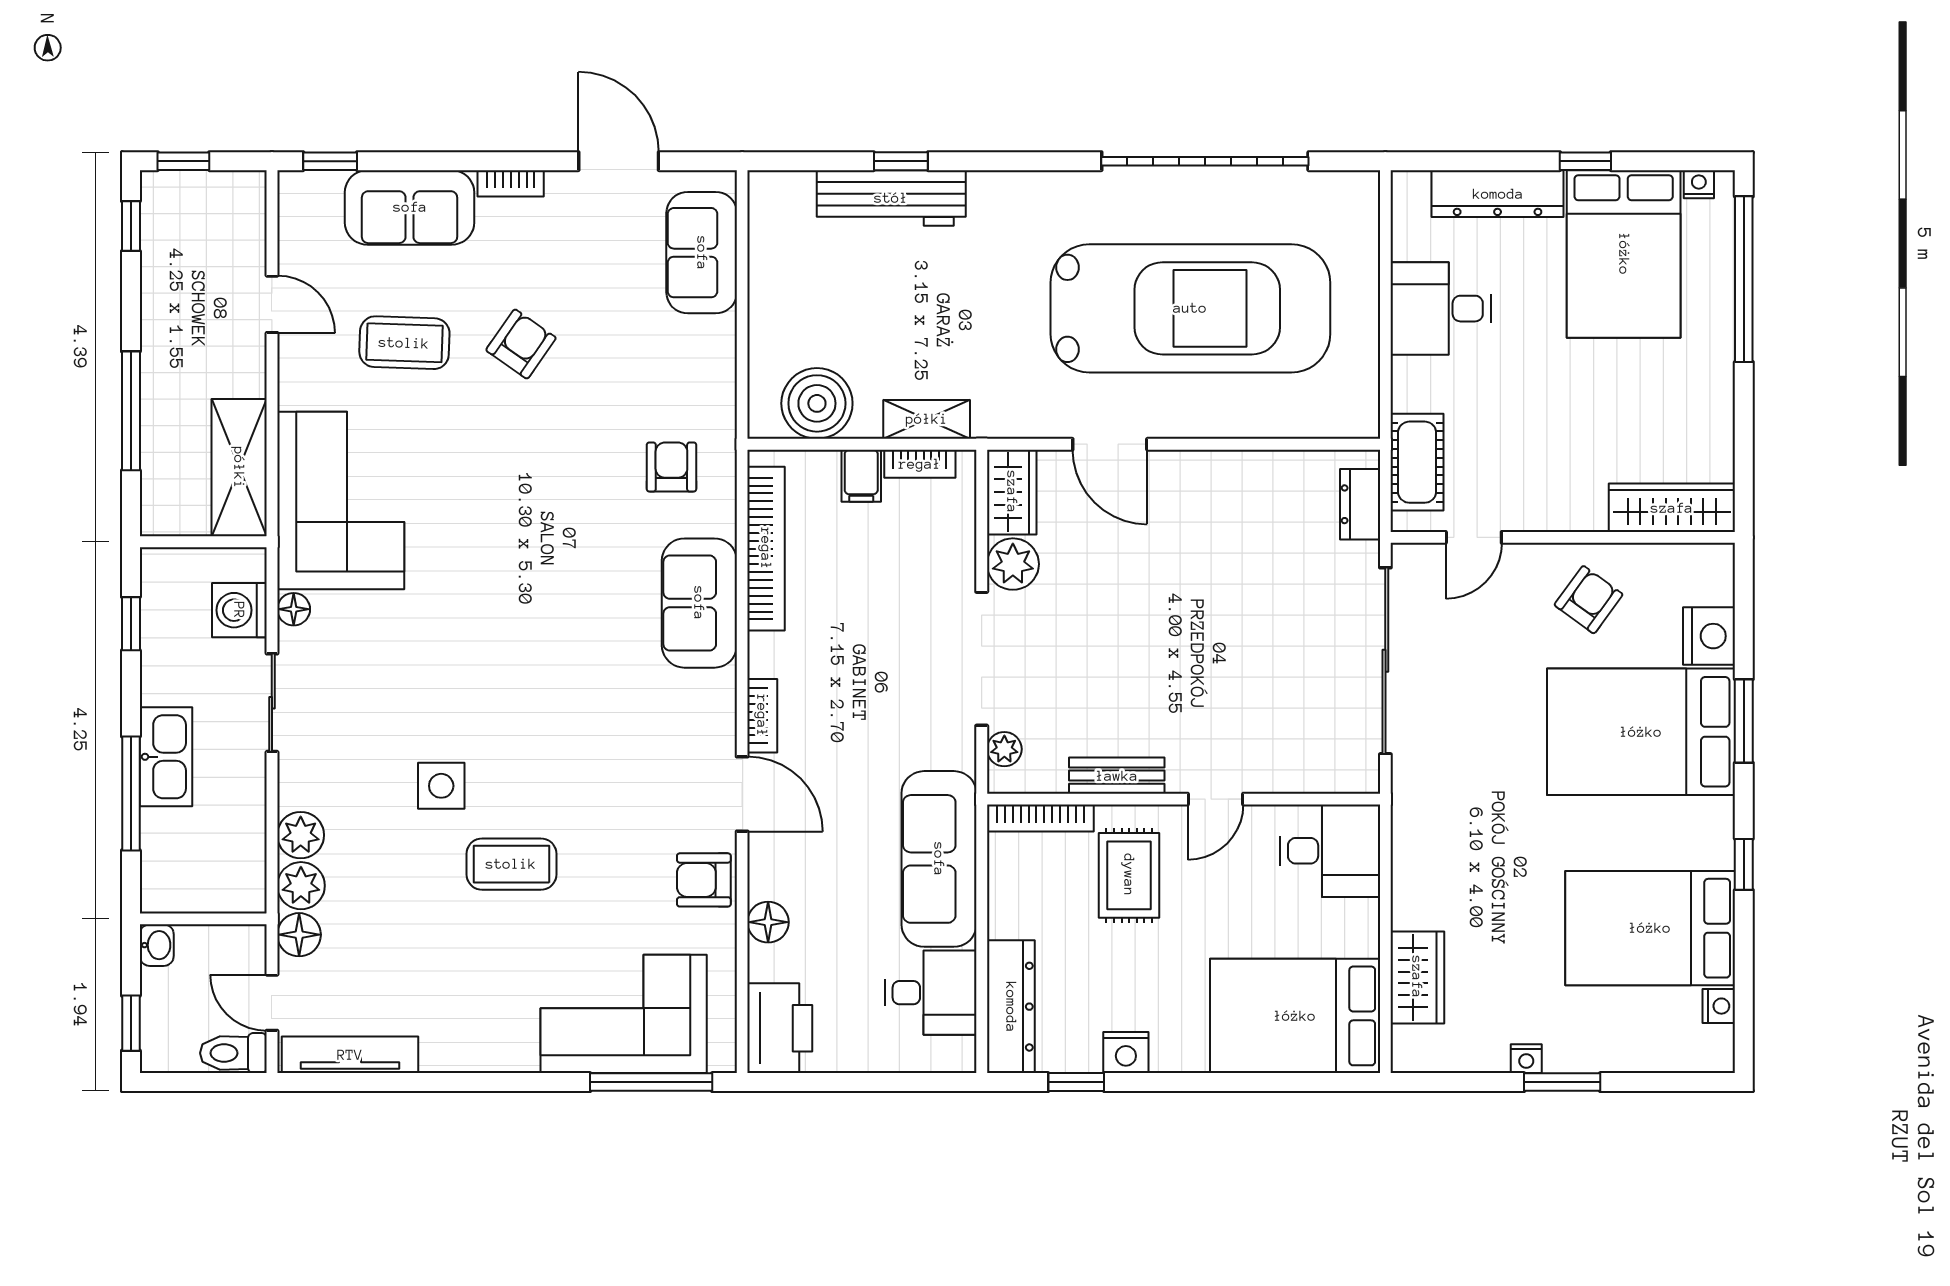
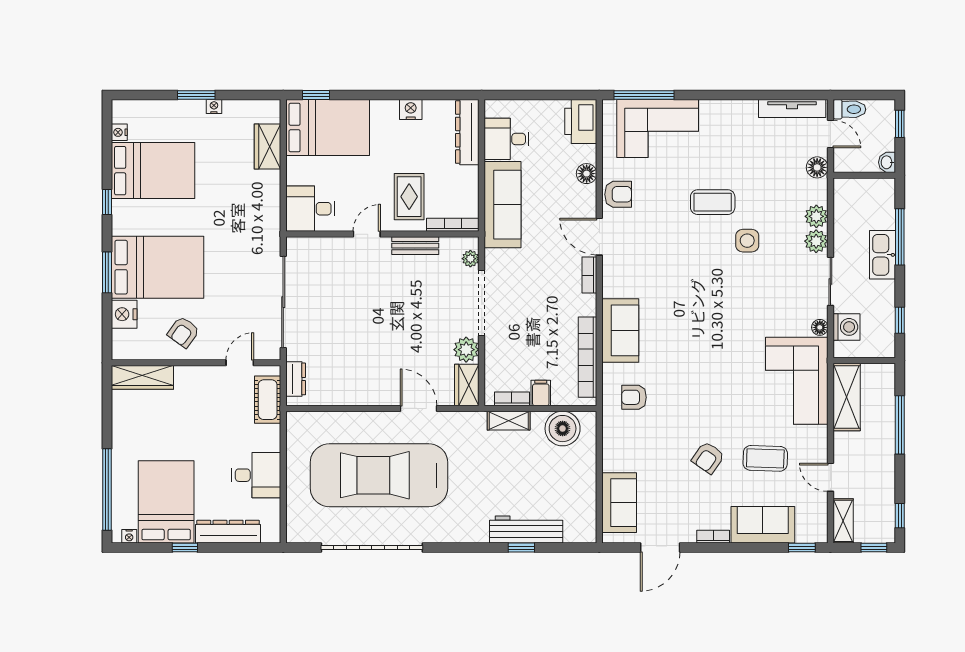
door: (619, 161) -> (660, 548), hinge flipped
shelving: (246, 215) -> (843, 521), added
armchair: (671, 467) -> (634, 397), turned 90
plant: (301, 886) -> (816, 241), moved
window: (1076, 1082) -> (316, 95), moved

